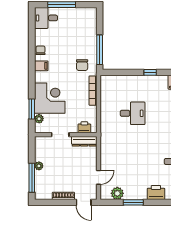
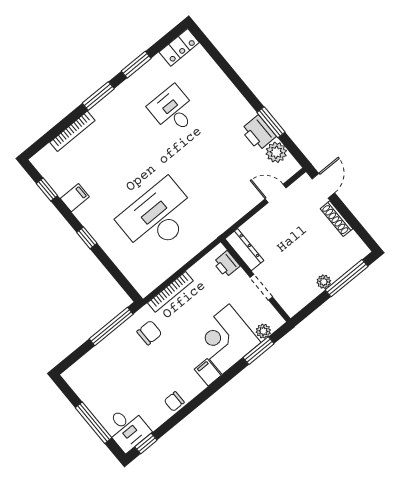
window: (32, 21) -> (146, 444), added
filing cabinet: (41, 66) -> (208, 372), moved
desk: (133, 113) -> (158, 217), width x1.87, depth x1.30
printer: (156, 192) -> (258, 133), moved

